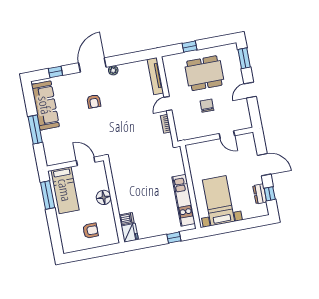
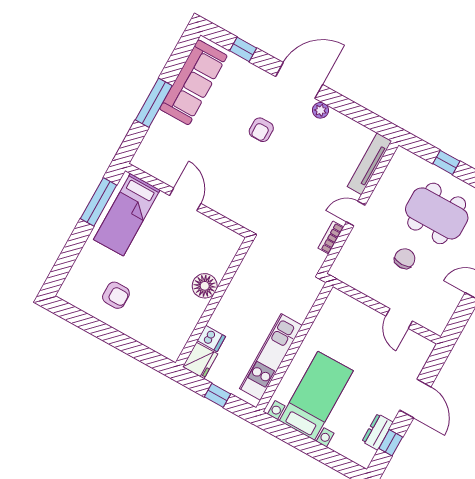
floor lamp: (104, 197) -> (205, 286), moved
wall: (114, 201) -> (214, 302), moved
dishwasher: (126, 219) -> (211, 338), moved
fridge: (130, 233) -> (200, 360), moved

